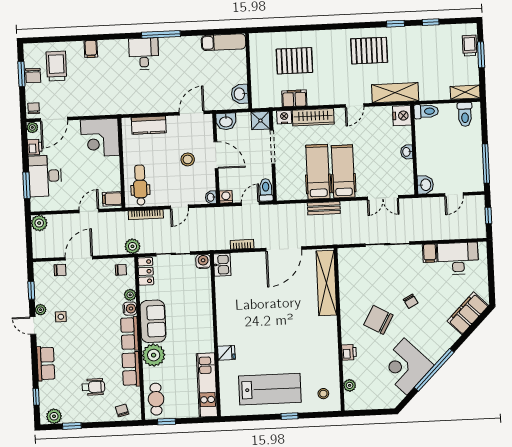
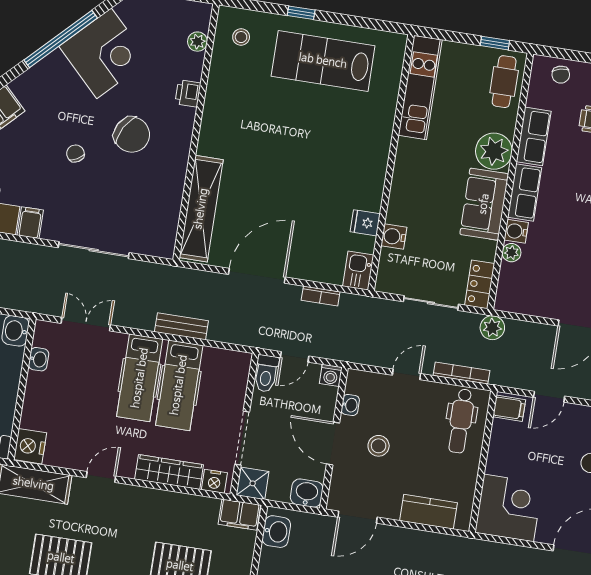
filing cabinet: (294, 98) -> (239, 515), moved
washbasin: (407, 152) -> (39, 359), moved
washbasin: (211, 197) -> (350, 405), moved
water cooler: (203, 261) -> (394, 237), moved, turned 90
chair: (121, 270) -> (518, 295), removed
fridge: (226, 353) -> (365, 223), moved

